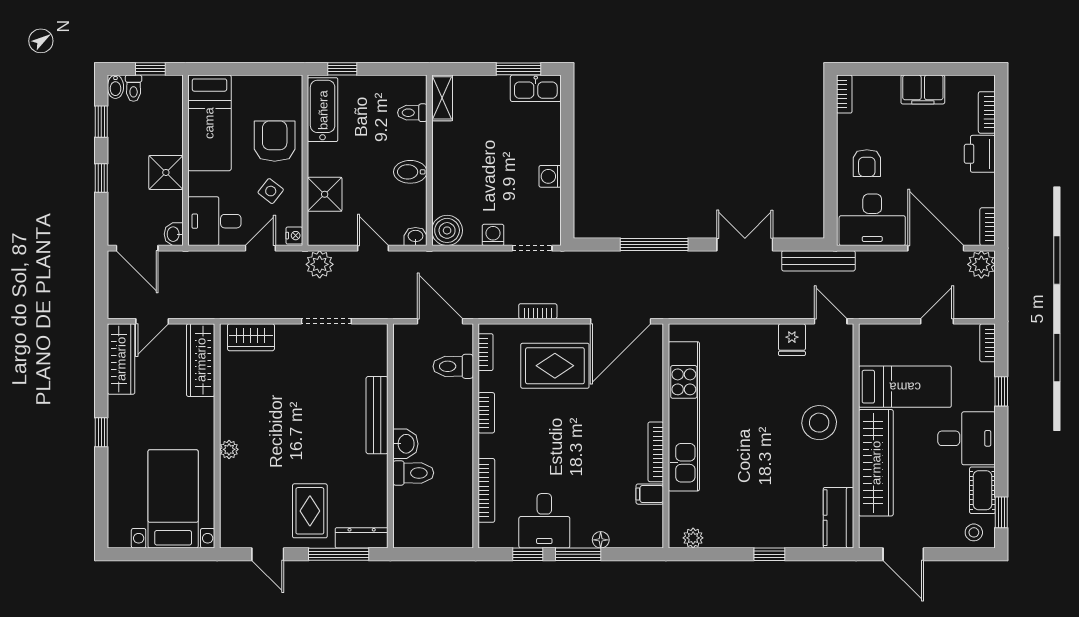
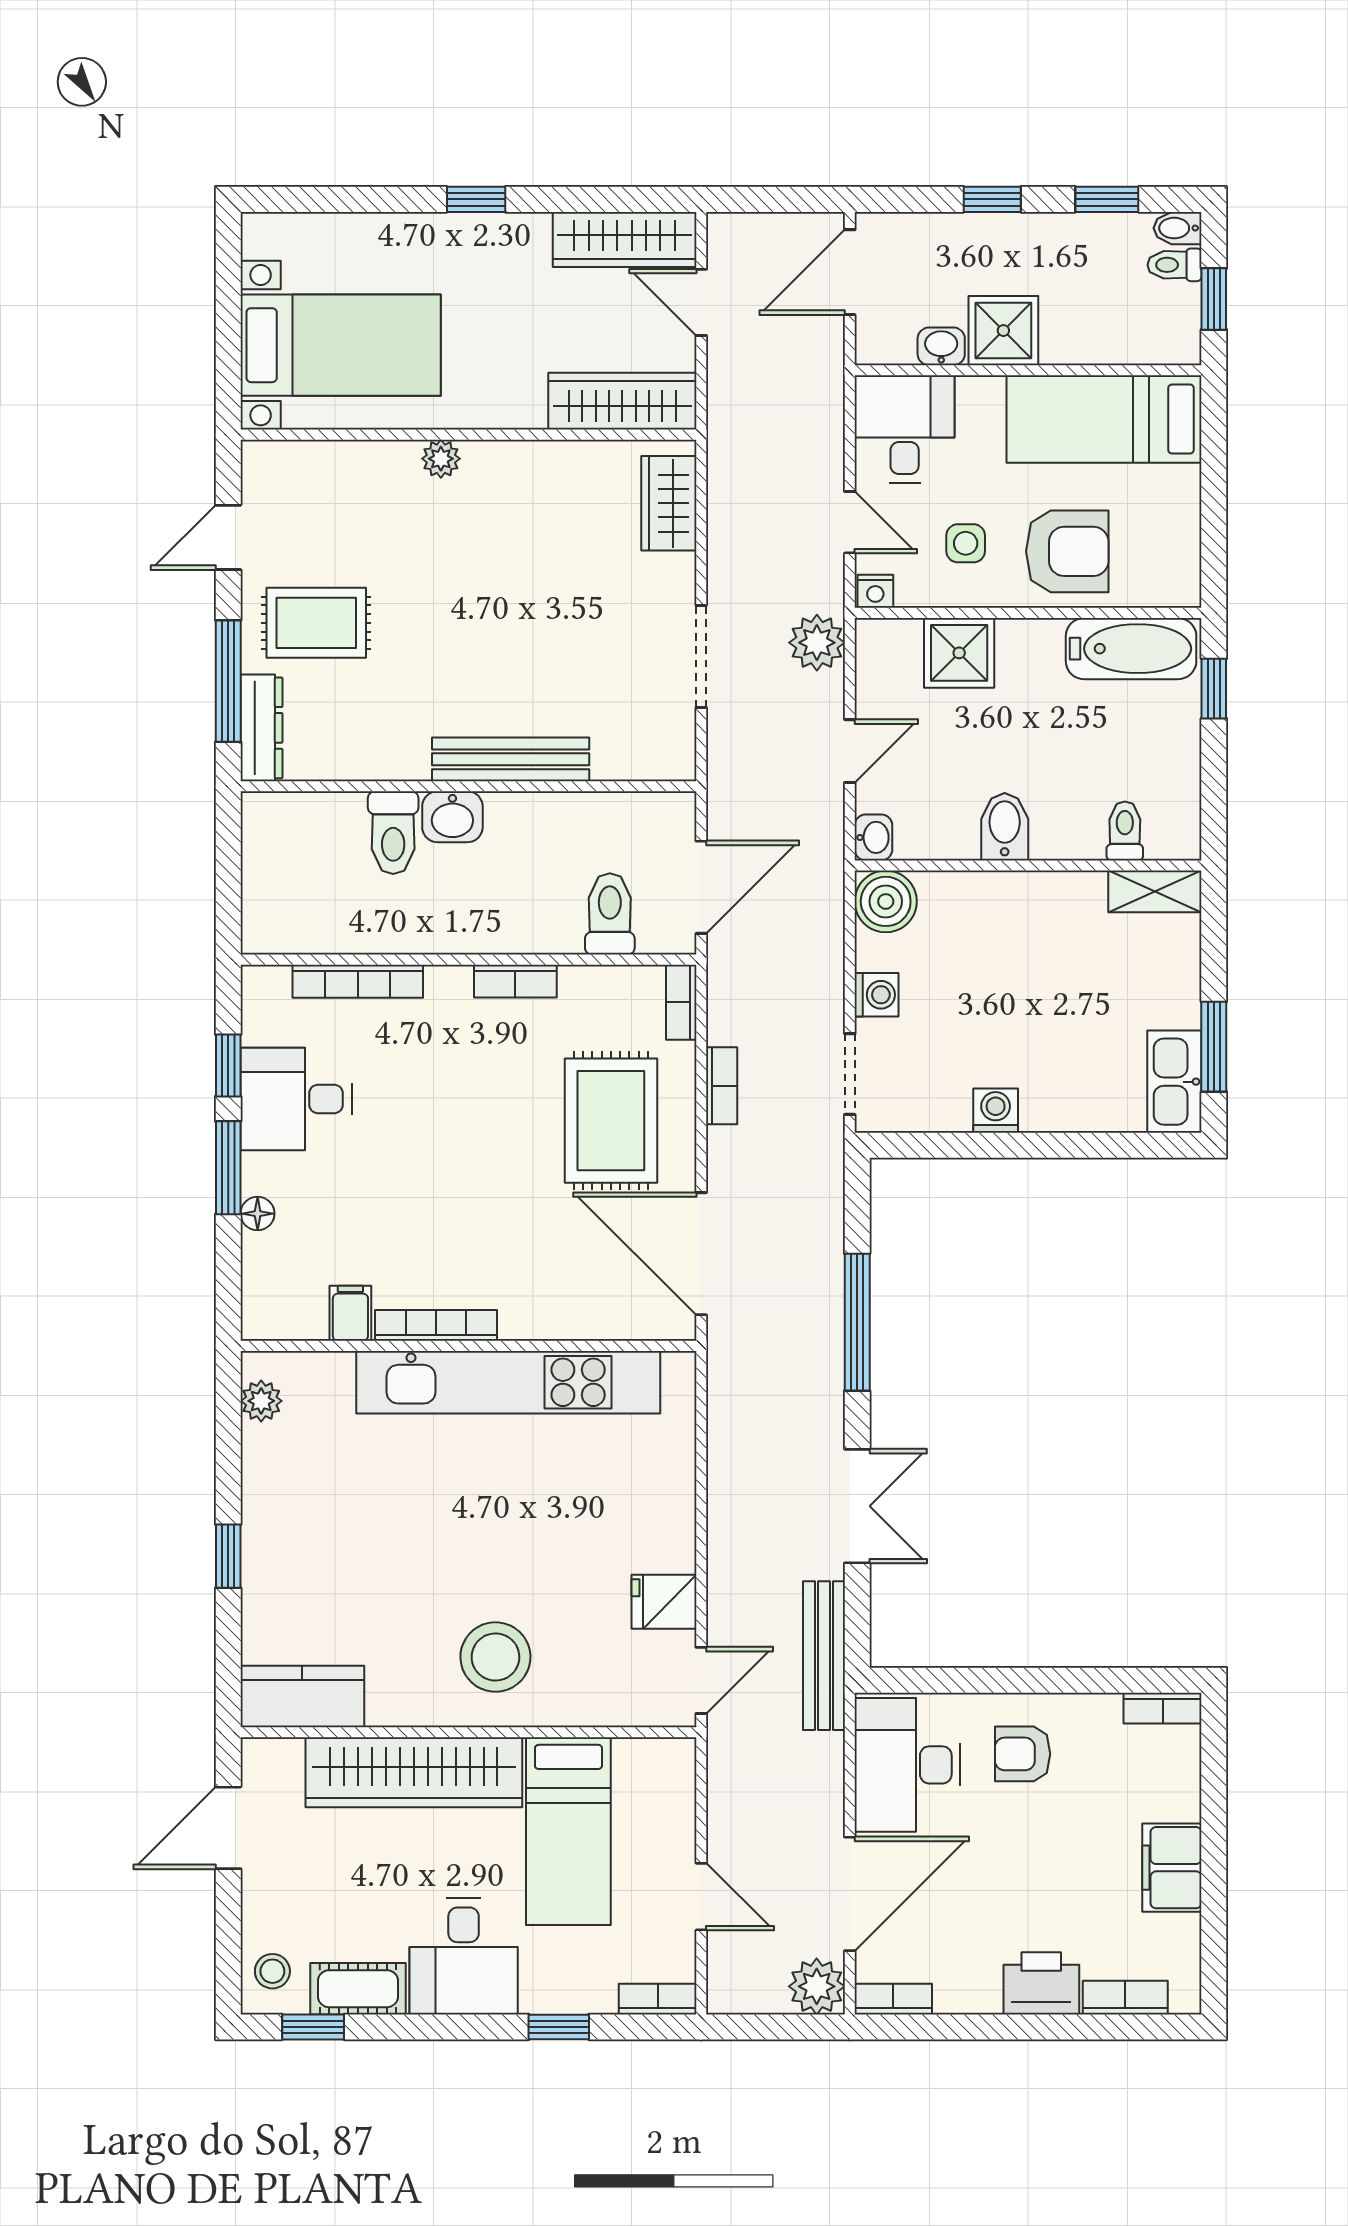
side table: (271, 191) -> (966, 543), turned -38
washbasin: (174, 234) -> (941, 346), moved
bookcase: (486, 352) -> (681, 1002), moved, turned 90

